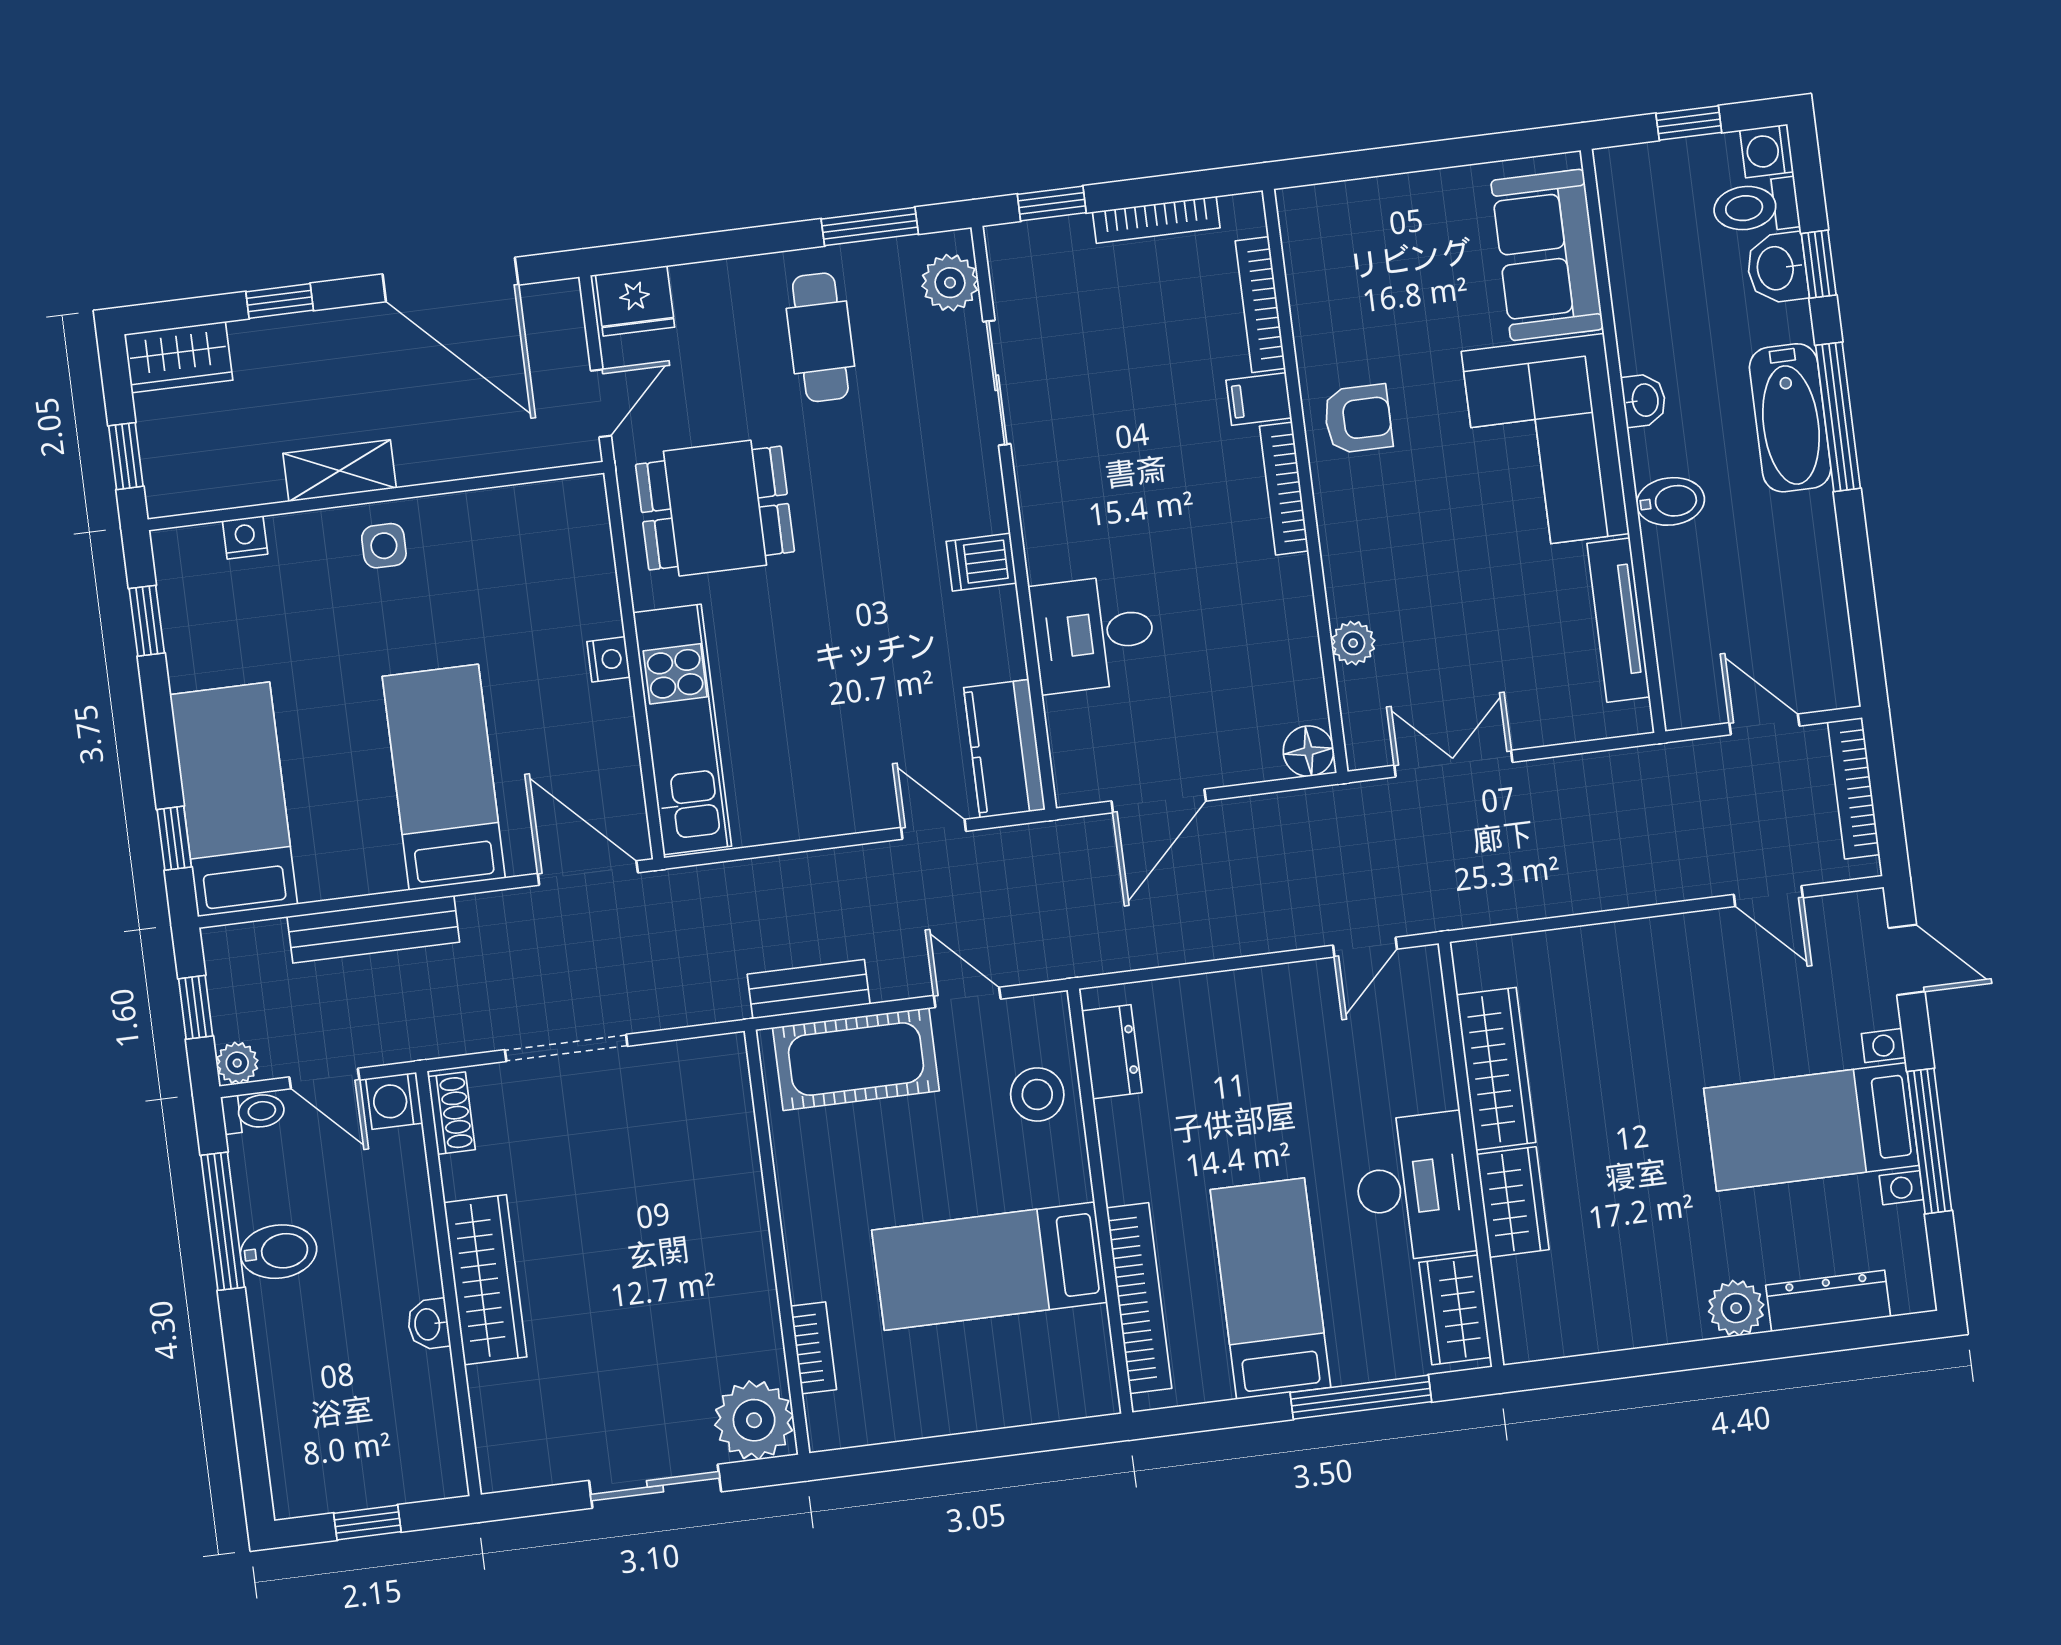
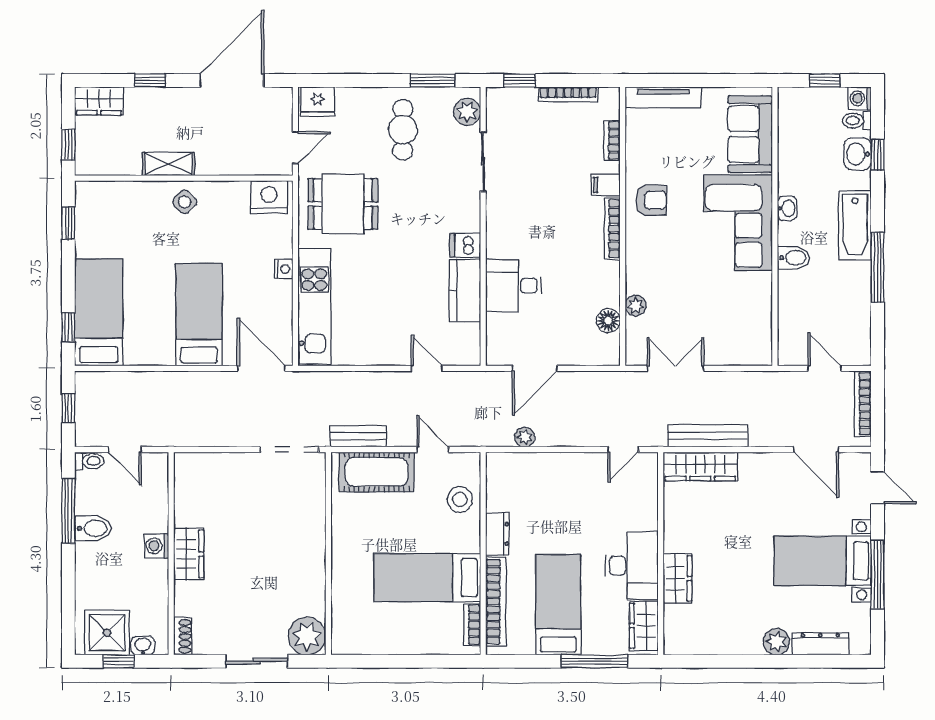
toilet: (1756, 207) -> (857, 121), width x0.73, depth x0.72
door: (450, 279) -> (232, 80), swing flipped
bookcase: (1260, 305) -> (612, 141), width x0.64
window: (1838, 417) -> (878, 267), moved
nightstand: (245, 537) -> (269, 197), moved, width x1.89, depth x1.79
side table: (384, 546) -> (185, 202), turned 45
tv unit: (1618, 620) -> (663, 97), moved, turned -90
kitchen counter: (1004, 749) -> (465, 290), moved
floor lamp: (1308, 751) -> (608, 321), moved
door: (1768, 896) -> (816, 450), width x1.38
bench: (373, 929) -> (708, 436), moved
doorway: (566, 1048) -> (289, 450), moved
dresser: (1112, 1052) -> (498, 534), moved
plant: (237, 1063) -> (525, 437), moved
wardrobe: (1496, 1069) -> (700, 466), moved, turned 90
washing machine: (394, 1101) -> (156, 546), moved
shoe rack: (451, 1113) -> (183, 636), moved
wardrobe: (485, 1280) -> (189, 554), width x0.67
washbasin: (428, 1324) -> (143, 646), moved, turned 90
bookcase: (814, 1348) -> (472, 625), moved, turned 180
shower: (335, 1466) -> (107, 633), added

